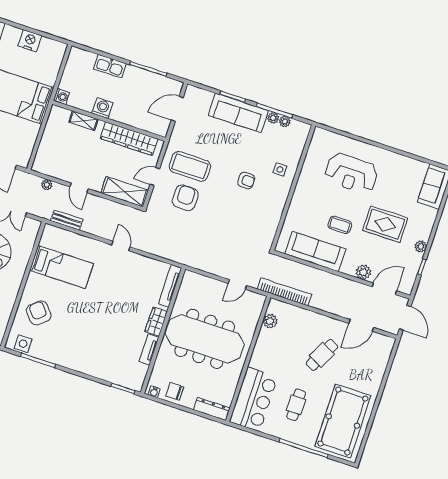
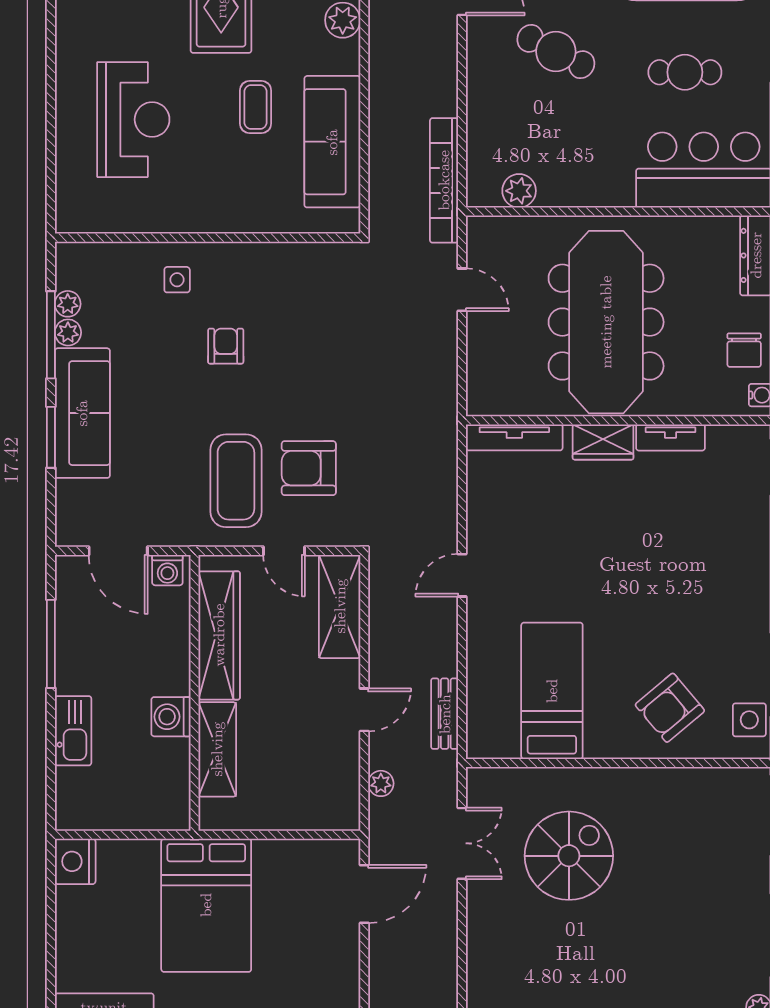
nightstand: (30, 41) -> (75, 861), moved
washing machine: (61, 96) -> (167, 570), moved, turned 180
shelving: (83, 121) -> (217, 749), width x1.50, depth x1.33

